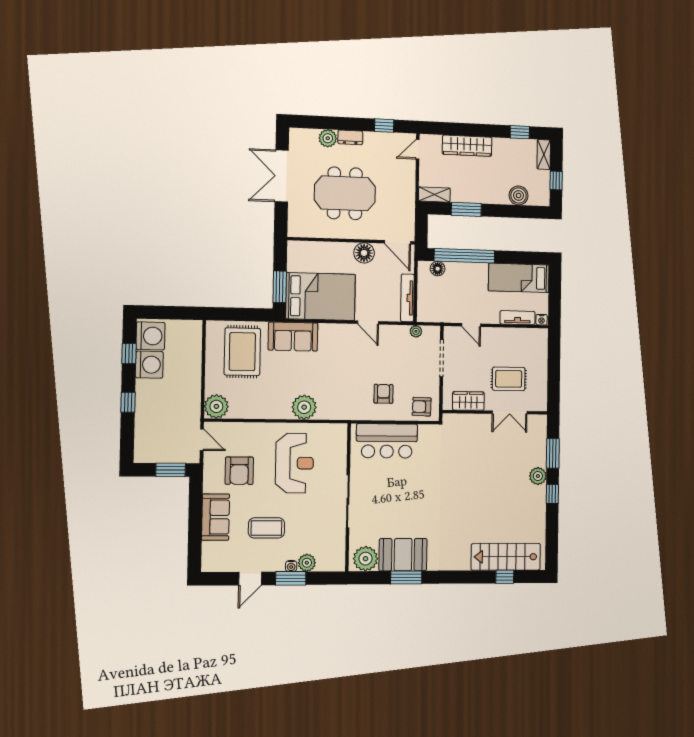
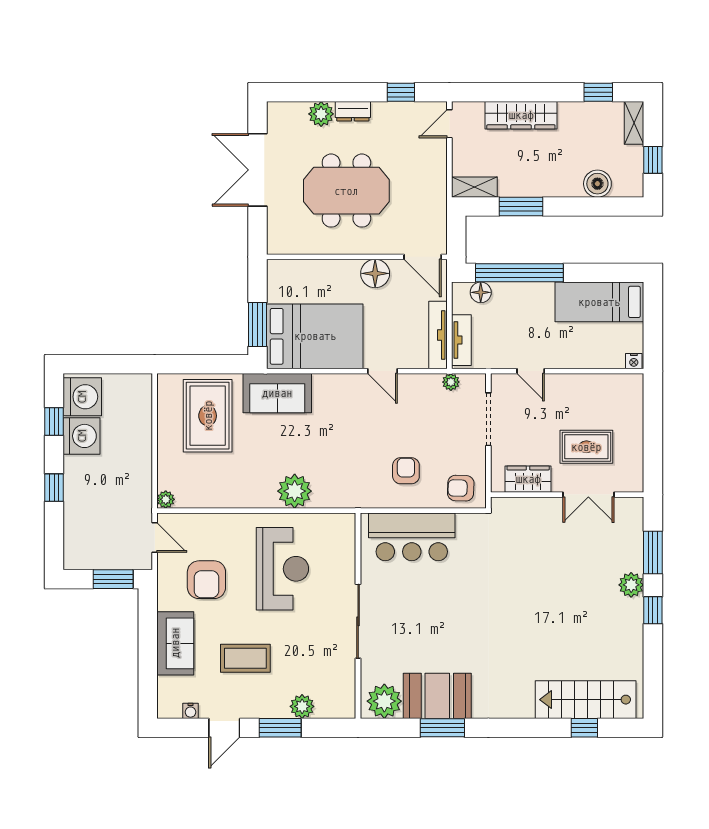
tv unit: (518, 318) -> (461, 340), moved, turned 90
plant: (216, 406) -> (166, 499), width x0.53, depth x0.53
water cooler: (291, 566) -> (190, 711), moved

